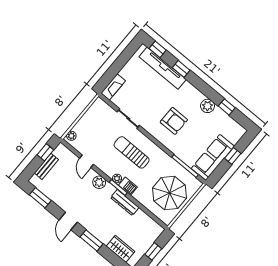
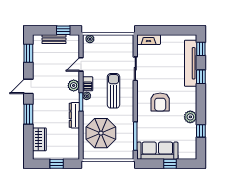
barbecue: (128, 186) -> (88, 84), moved
parasol: (170, 193) -> (101, 133), moved

